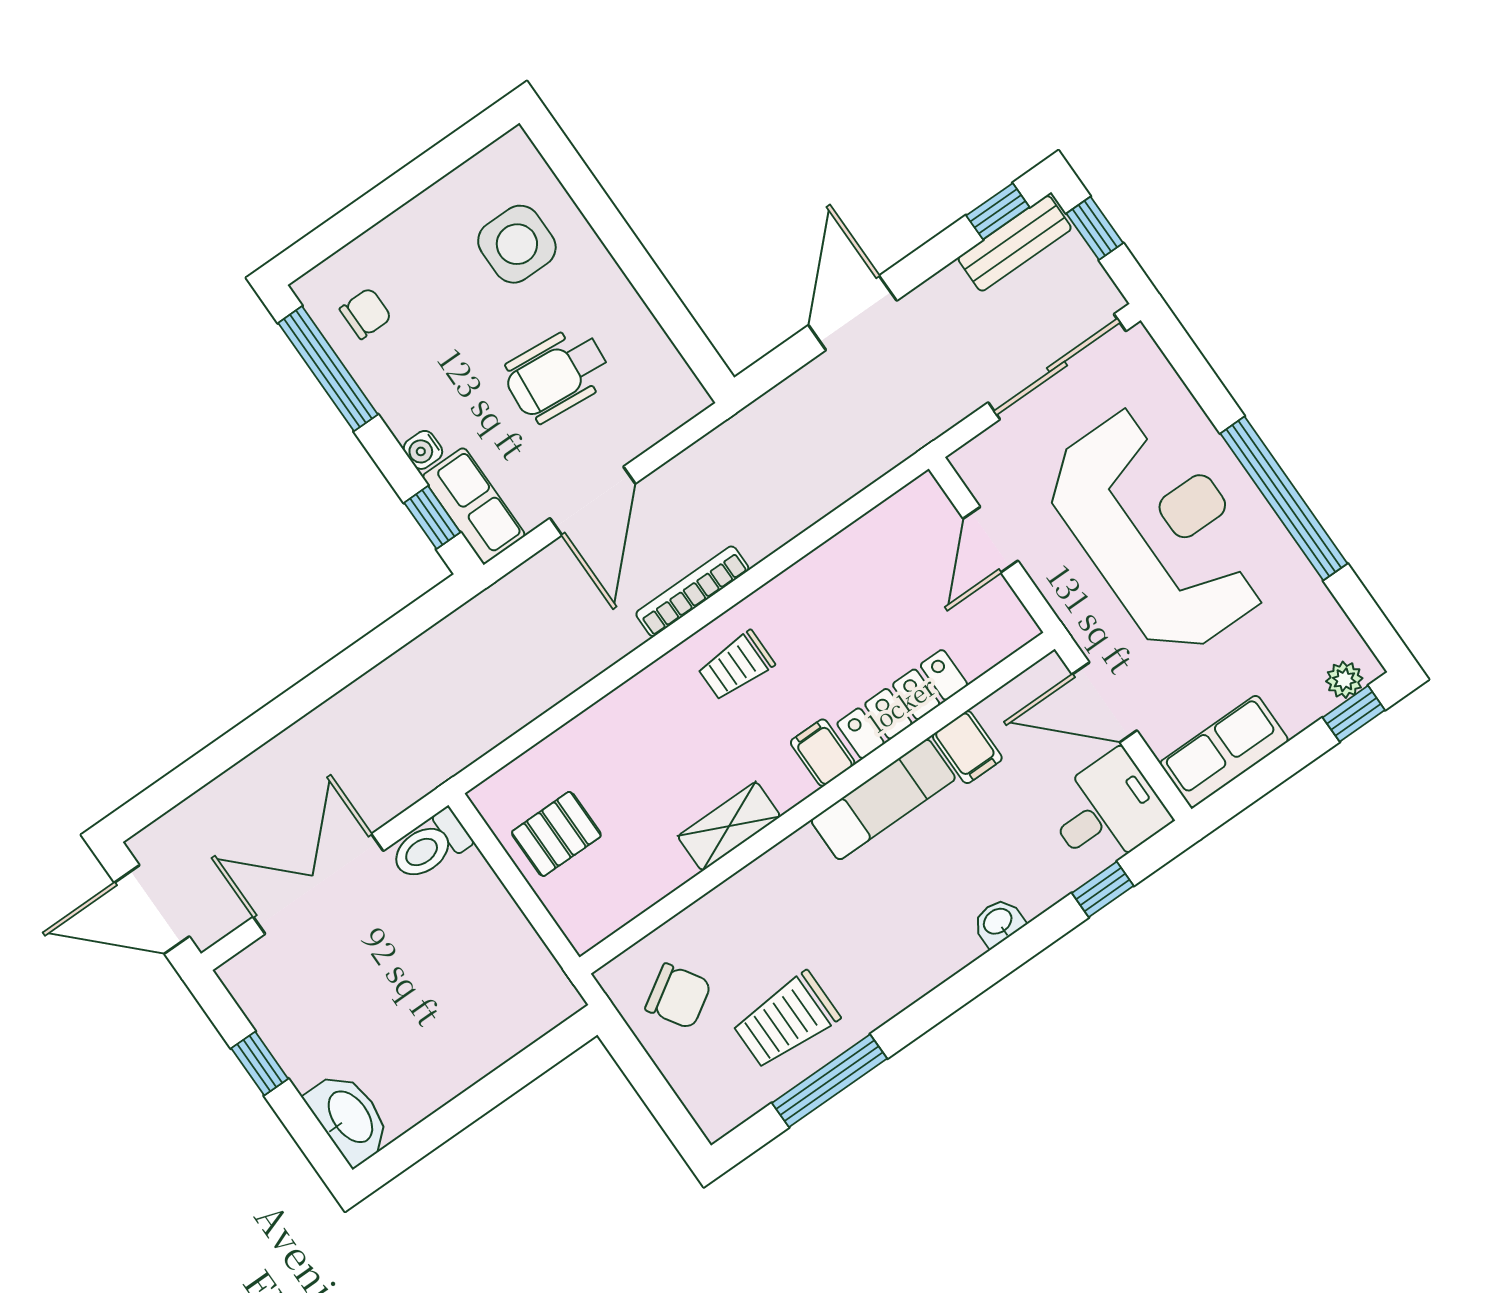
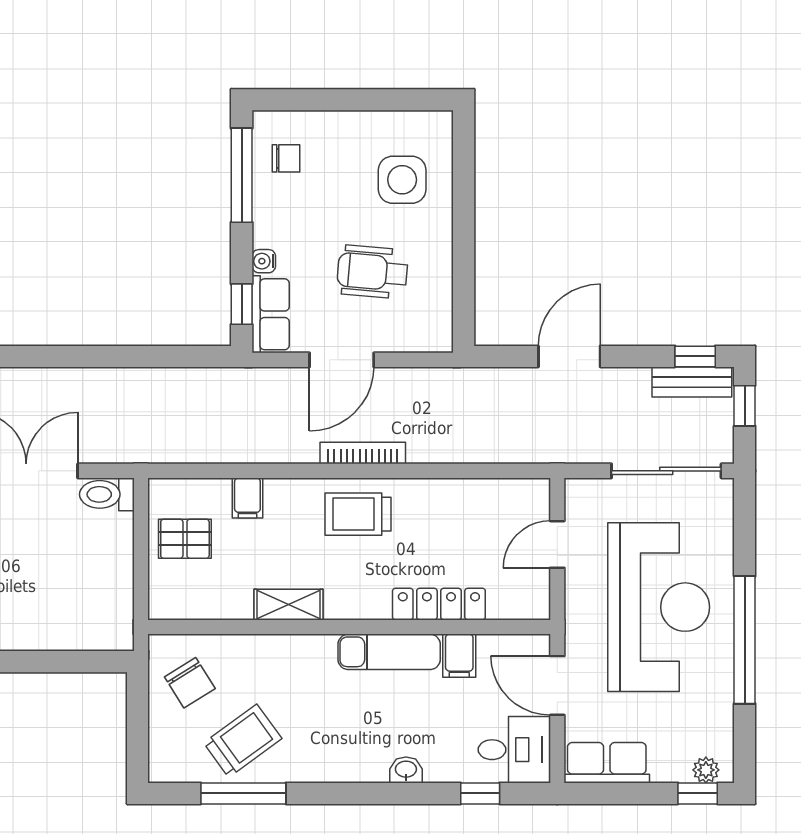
trolley: (736, 666) -> (358, 514), width x1.36, depth x1.39
filing cabinet: (823, 753) -> (247, 498), moved, turned 180
trolley: (786, 1020) -> (243, 741), turned 144

